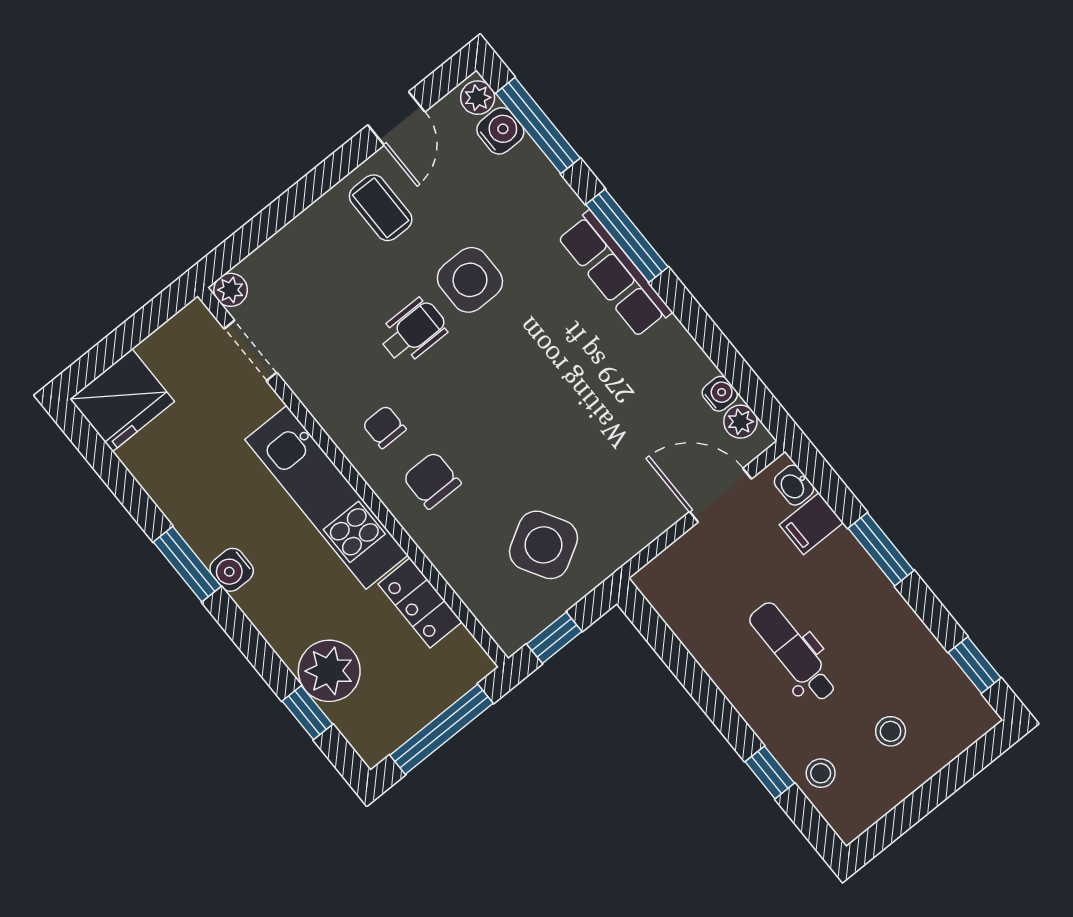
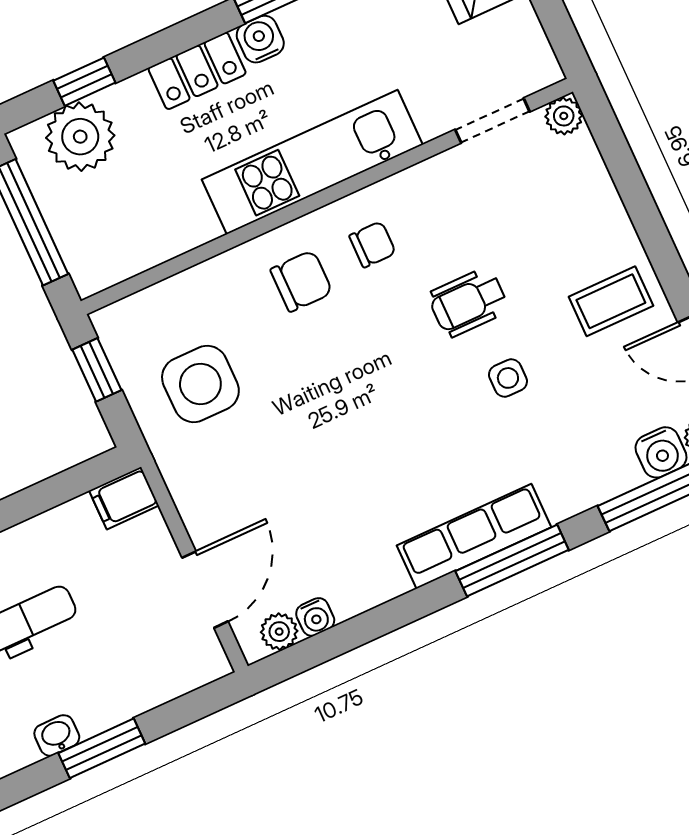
side table: (470, 280) -> (508, 378), width x0.54, depth x0.54
wheelchair: (413, 331) -> (468, 302), turned 90
washbasin: (794, 485) -> (57, 735), moved
filing cabinet: (811, 524) -> (124, 498), moved, turned -90
side table: (543, 545) -> (200, 384), turned 30
locker: (420, 603) -> (197, 71), moved, turned 180
plant: (329, 671) -> (80, 137), moved

